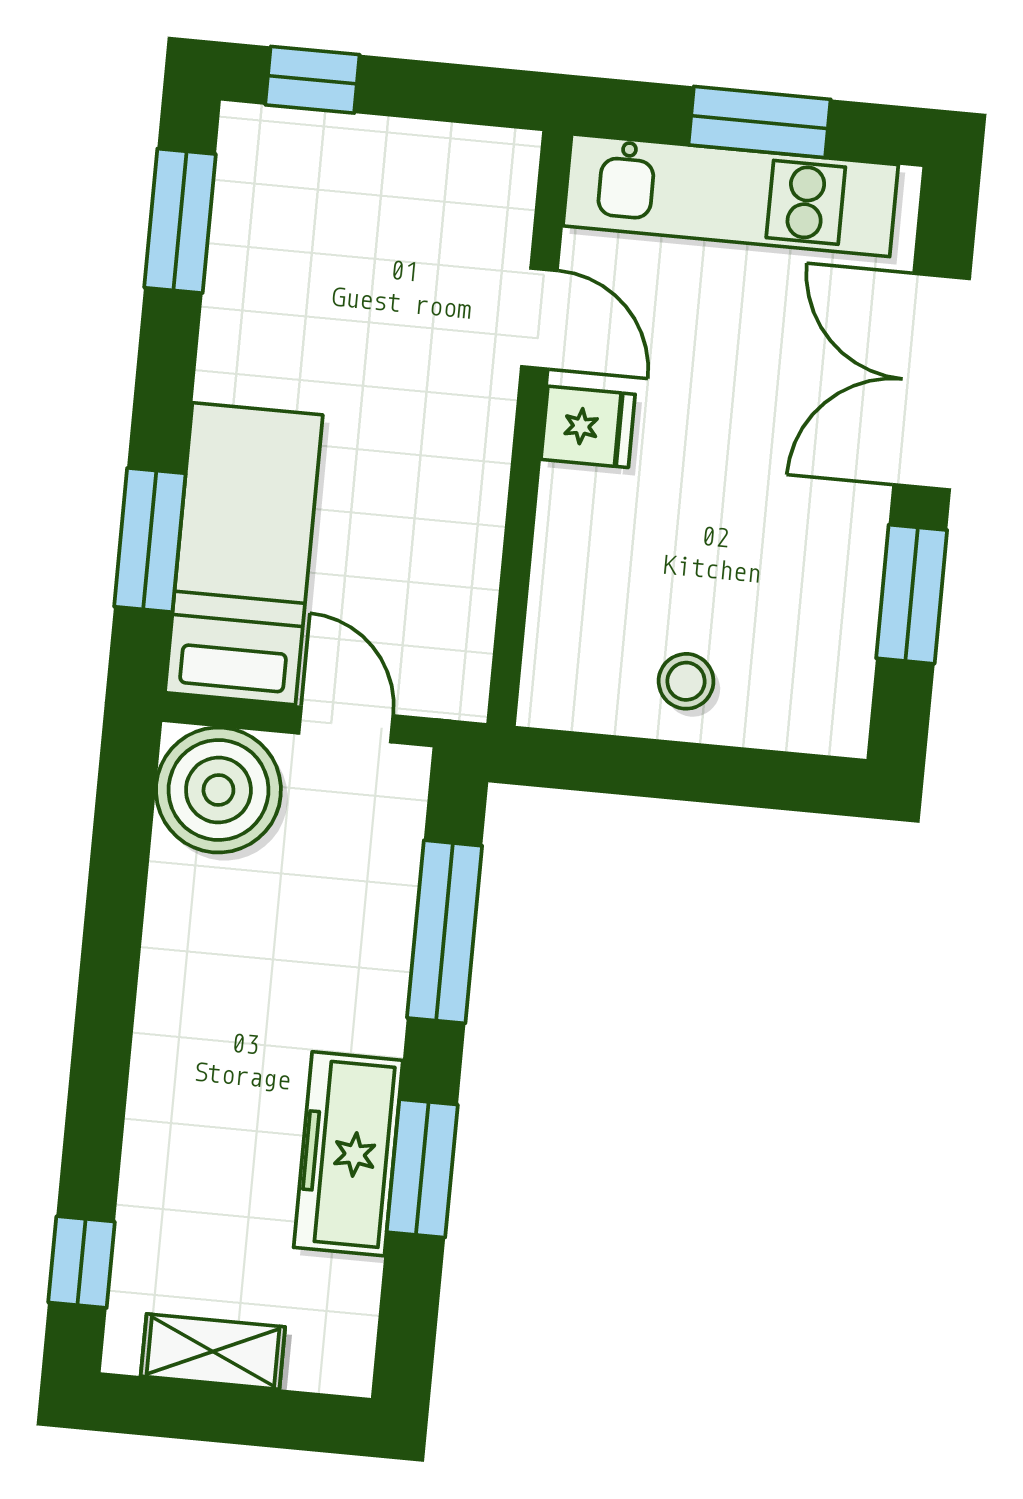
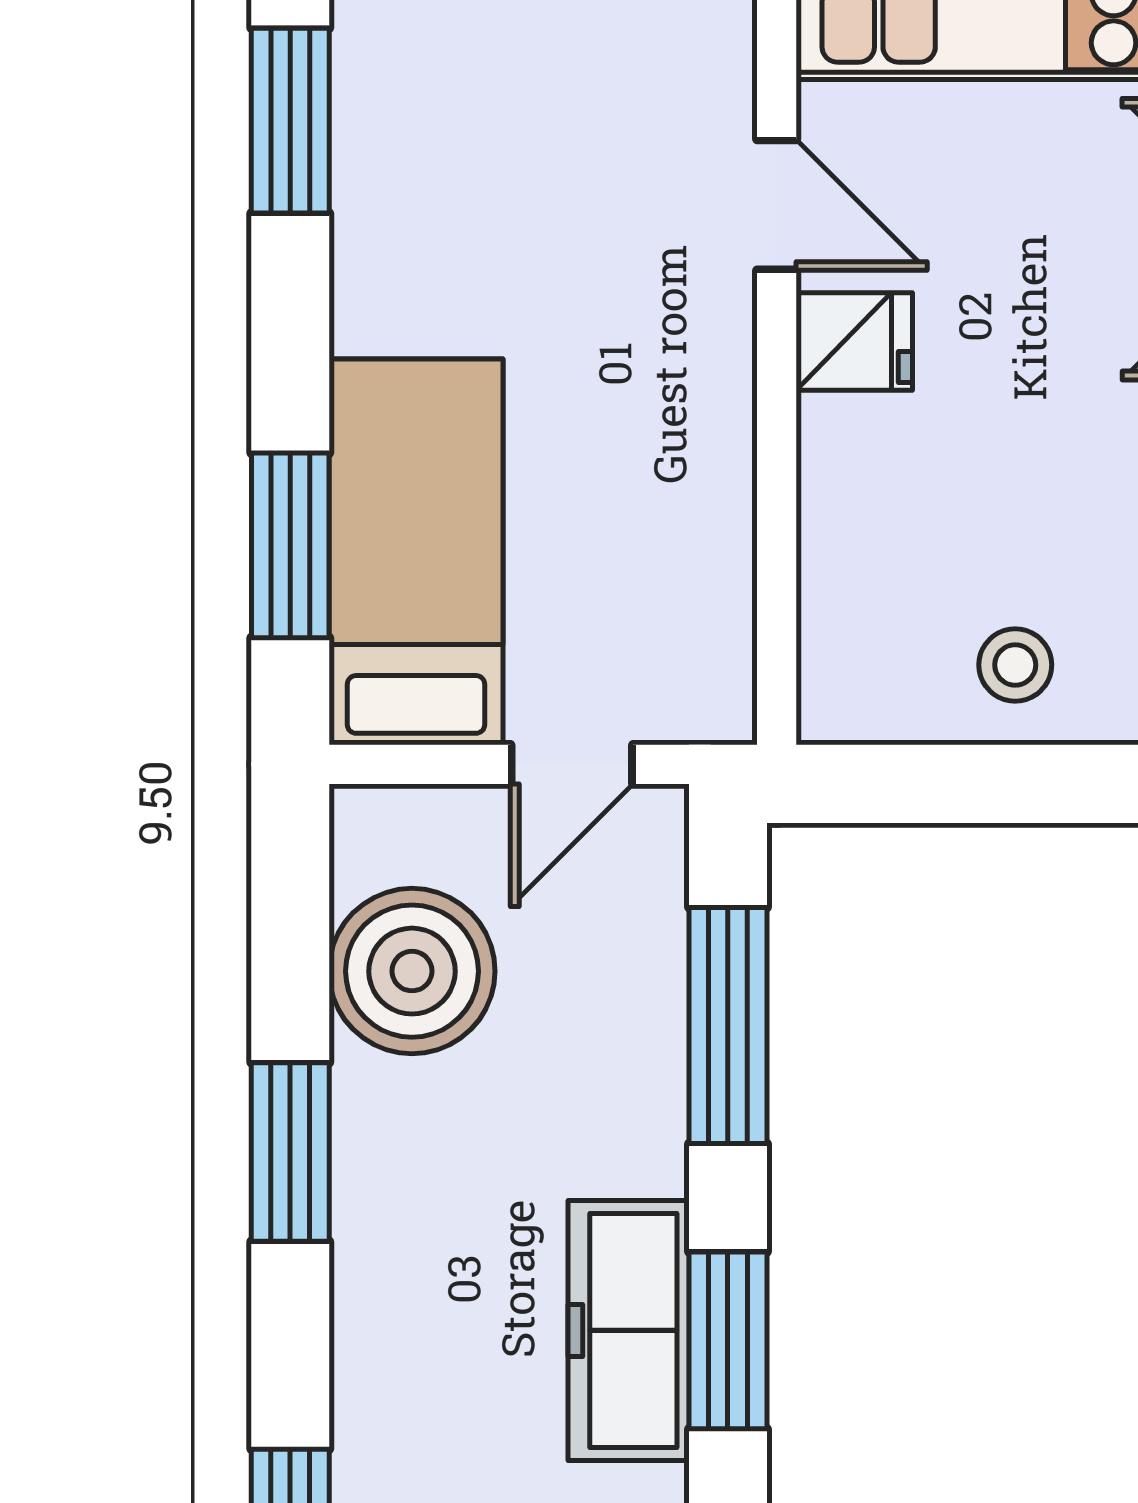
door: (346, 724) -> (572, 764), swing flipped
boiler: (218, 790) -> (412, 971), moved
window: (107, 996) -> (290, 1152), added

